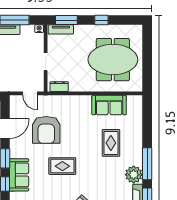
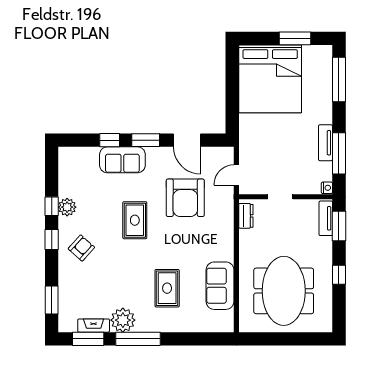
armchair: (46, 130) -> (185, 198), turned -90
rug: (111, 143) -> (167, 288), turned 90

